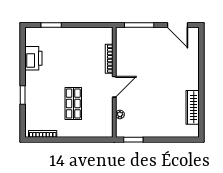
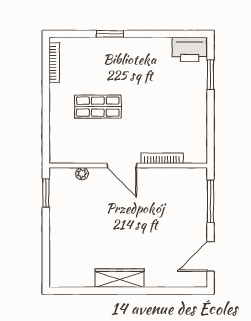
printer: (33, 58) -> (189, 49), moved
wardrobe: (193, 107) -> (120, 278), moved

